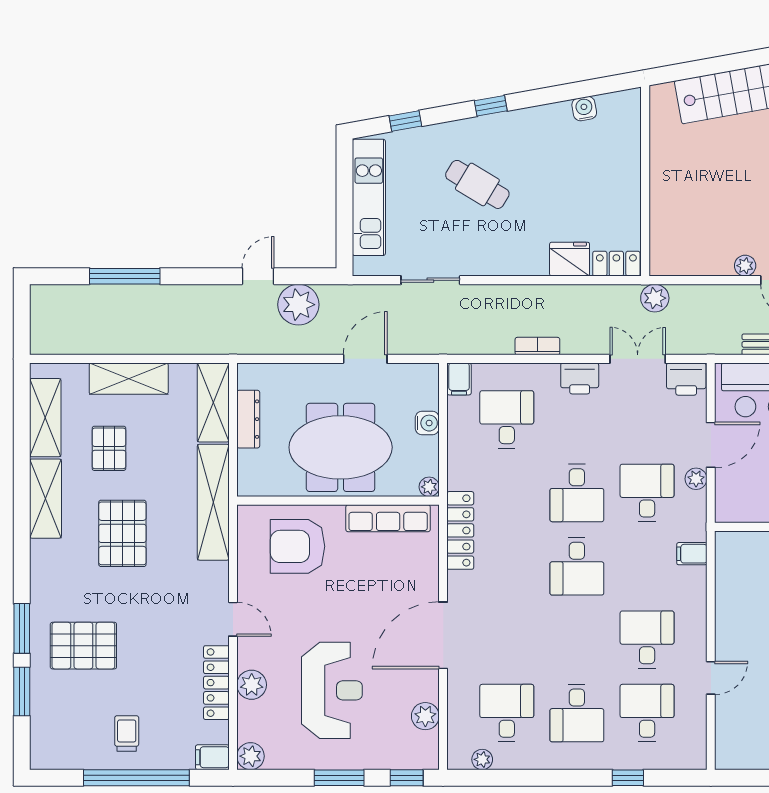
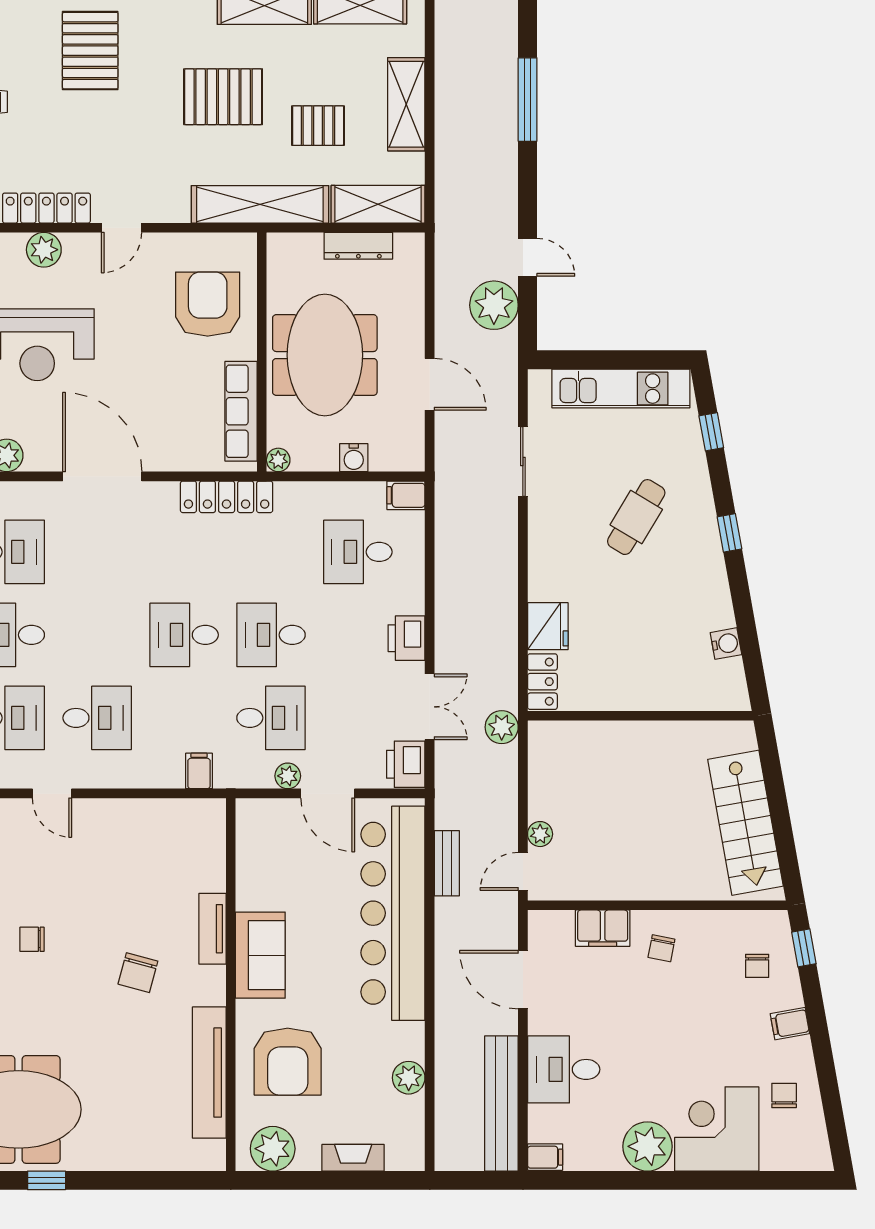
bookcase: (537, 346) -> (445, 588), removed
desk: (507, 419) -> (358, 552), turned 180
pallet: (109, 448) -> (318, 126), moved

